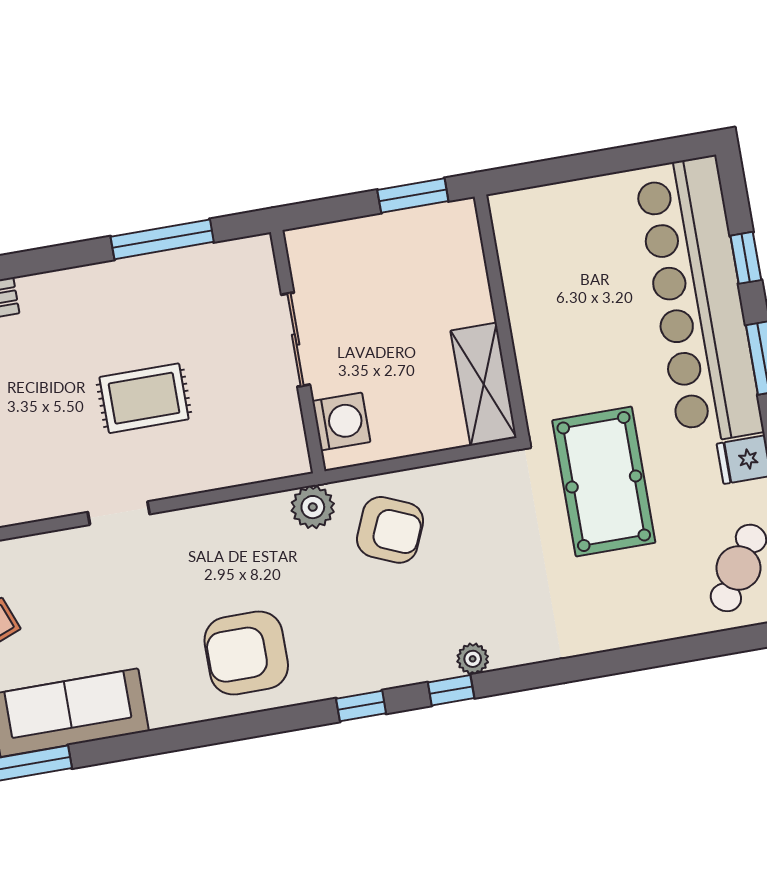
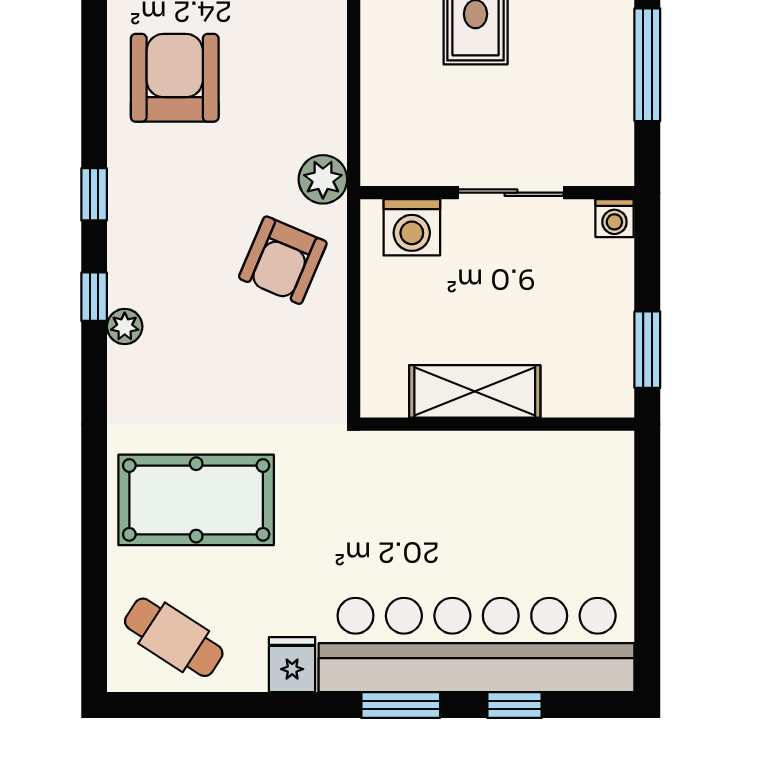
washing machine: (302, 245) -> (614, 218), added
shelving: (484, 384) -> (475, 391), moved
pool table: (604, 482) -> (196, 500), moved

